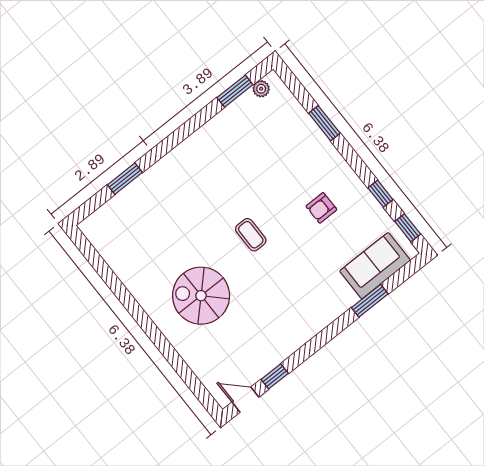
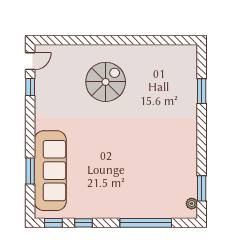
window: (324, 123) -> (146, 223), width x2.11
armchair: (321, 208) -> (101, 185), removed
coffee table: (251, 235) -> (117, 135), removed
sofa: (375, 266) -> (50, 171), width x1.85, depth x1.27

